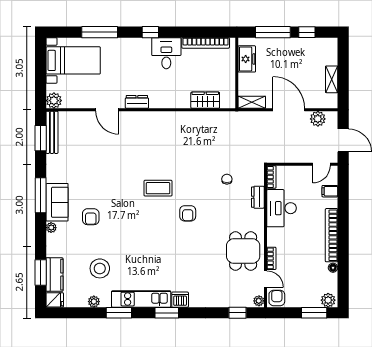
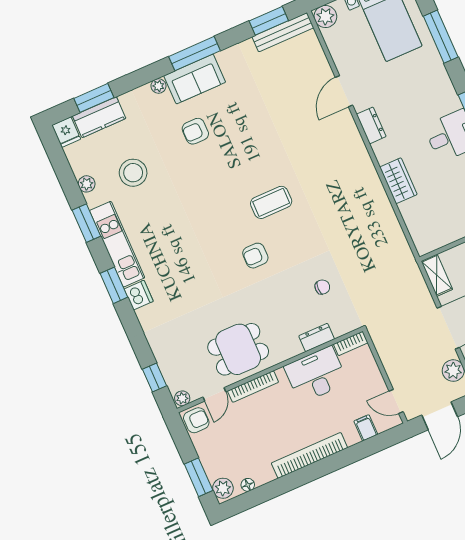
wardrobe: (205, 100) -> (398, 181), moved
coffee table: (158, 188) -> (271, 202), turned 90
bookcase: (271, 258) -> (253, 387), width x1.56
floor lamp: (333, 268) -> (248, 485), moved

